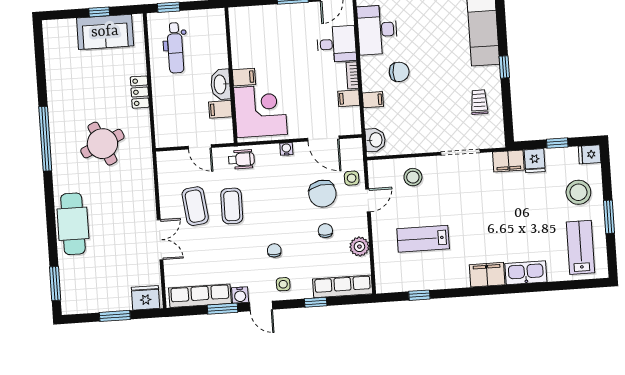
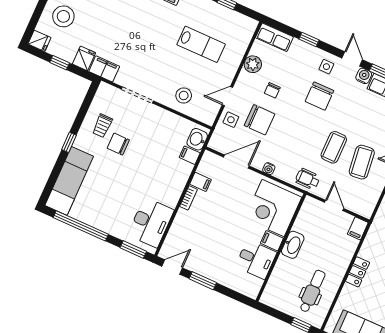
desk: (336, 44) -> (256, 259), moved, turned 180
chair: (399, 72) -> (118, 144), moved
filing cabinet: (373, 100) -> (190, 155), moved
filing cabinet: (220, 109) -> (358, 228), moved, turned 90
door: (323, 138) -> (236, 162), hinge flipped
chair: (322, 194) -> (260, 120), turned 99
chair: (274, 250) -> (319, 96), width x1.87, depth x1.87
row of seats: (343, 286) -> (274, 37), width x0.68

